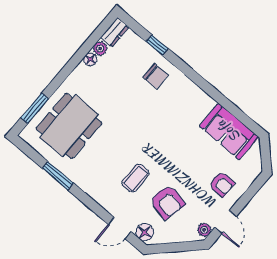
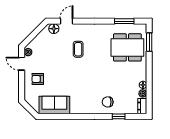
dining table: (69, 126) -> (127, 47), turned 90
window: (58, 176) -> (124, 21), moved
armchair: (167, 202) -> (55, 51), removed

